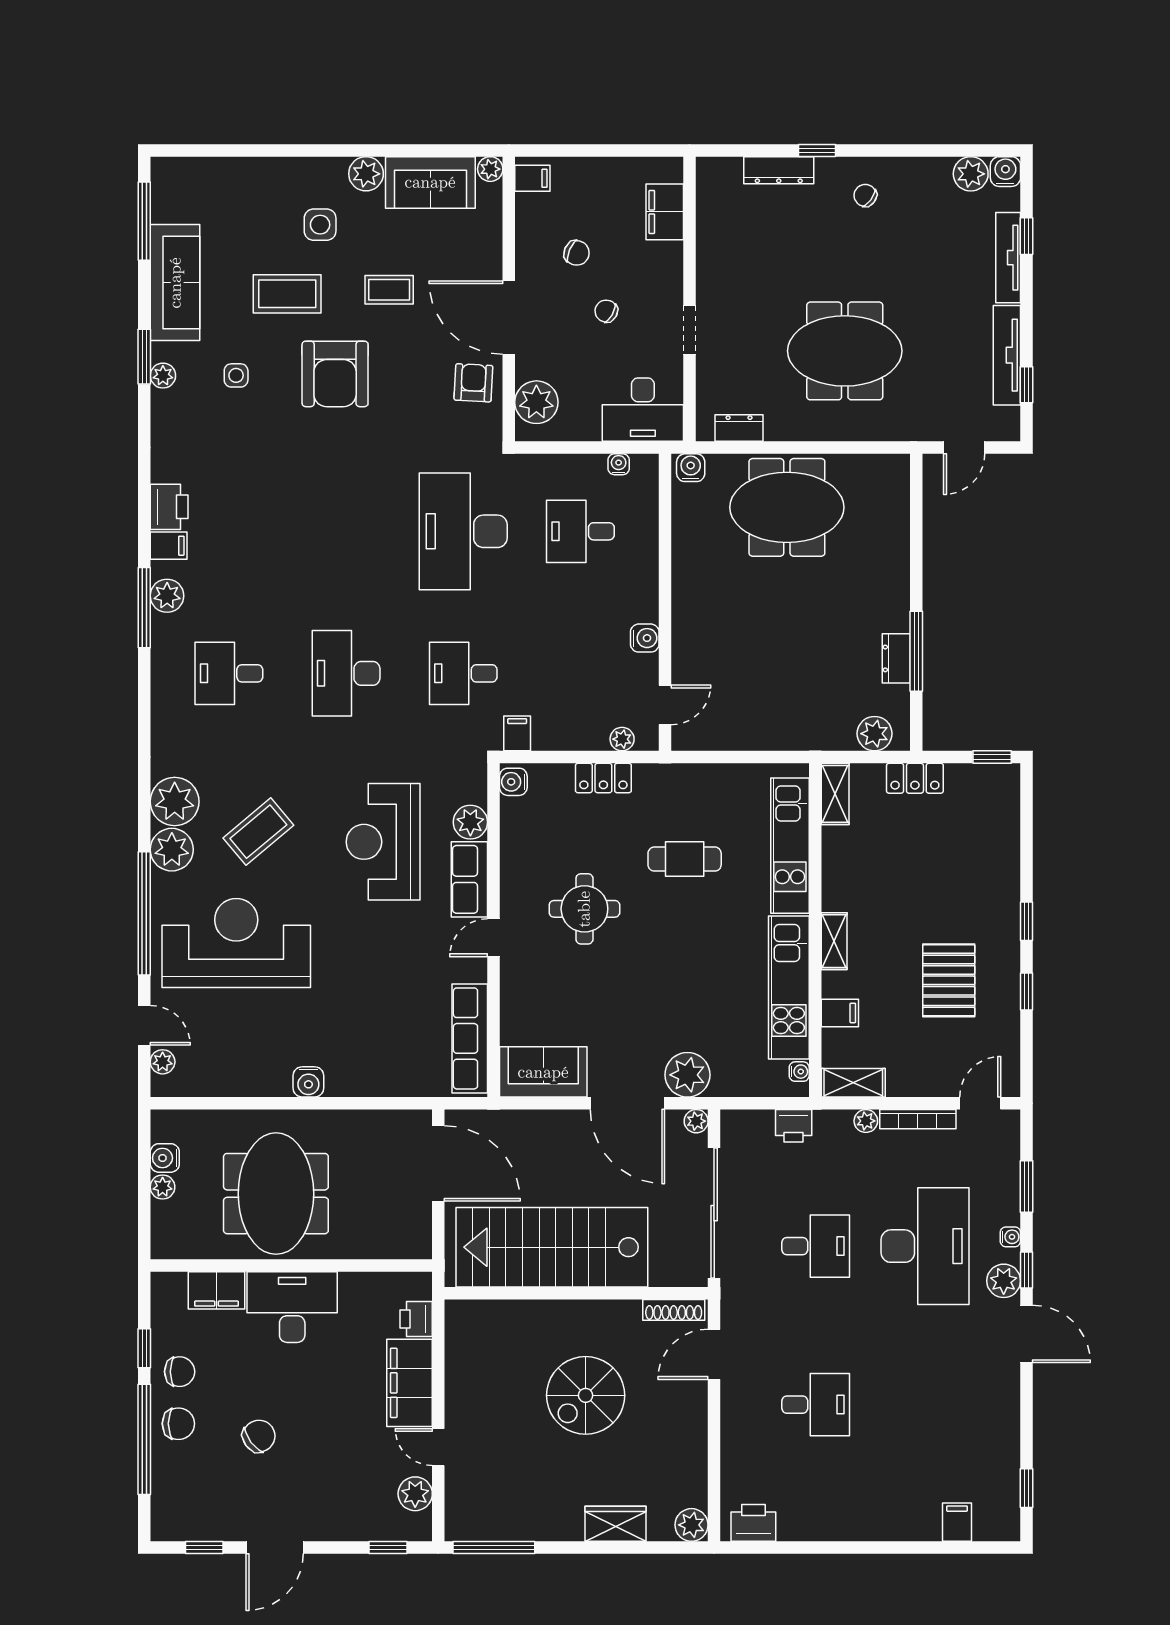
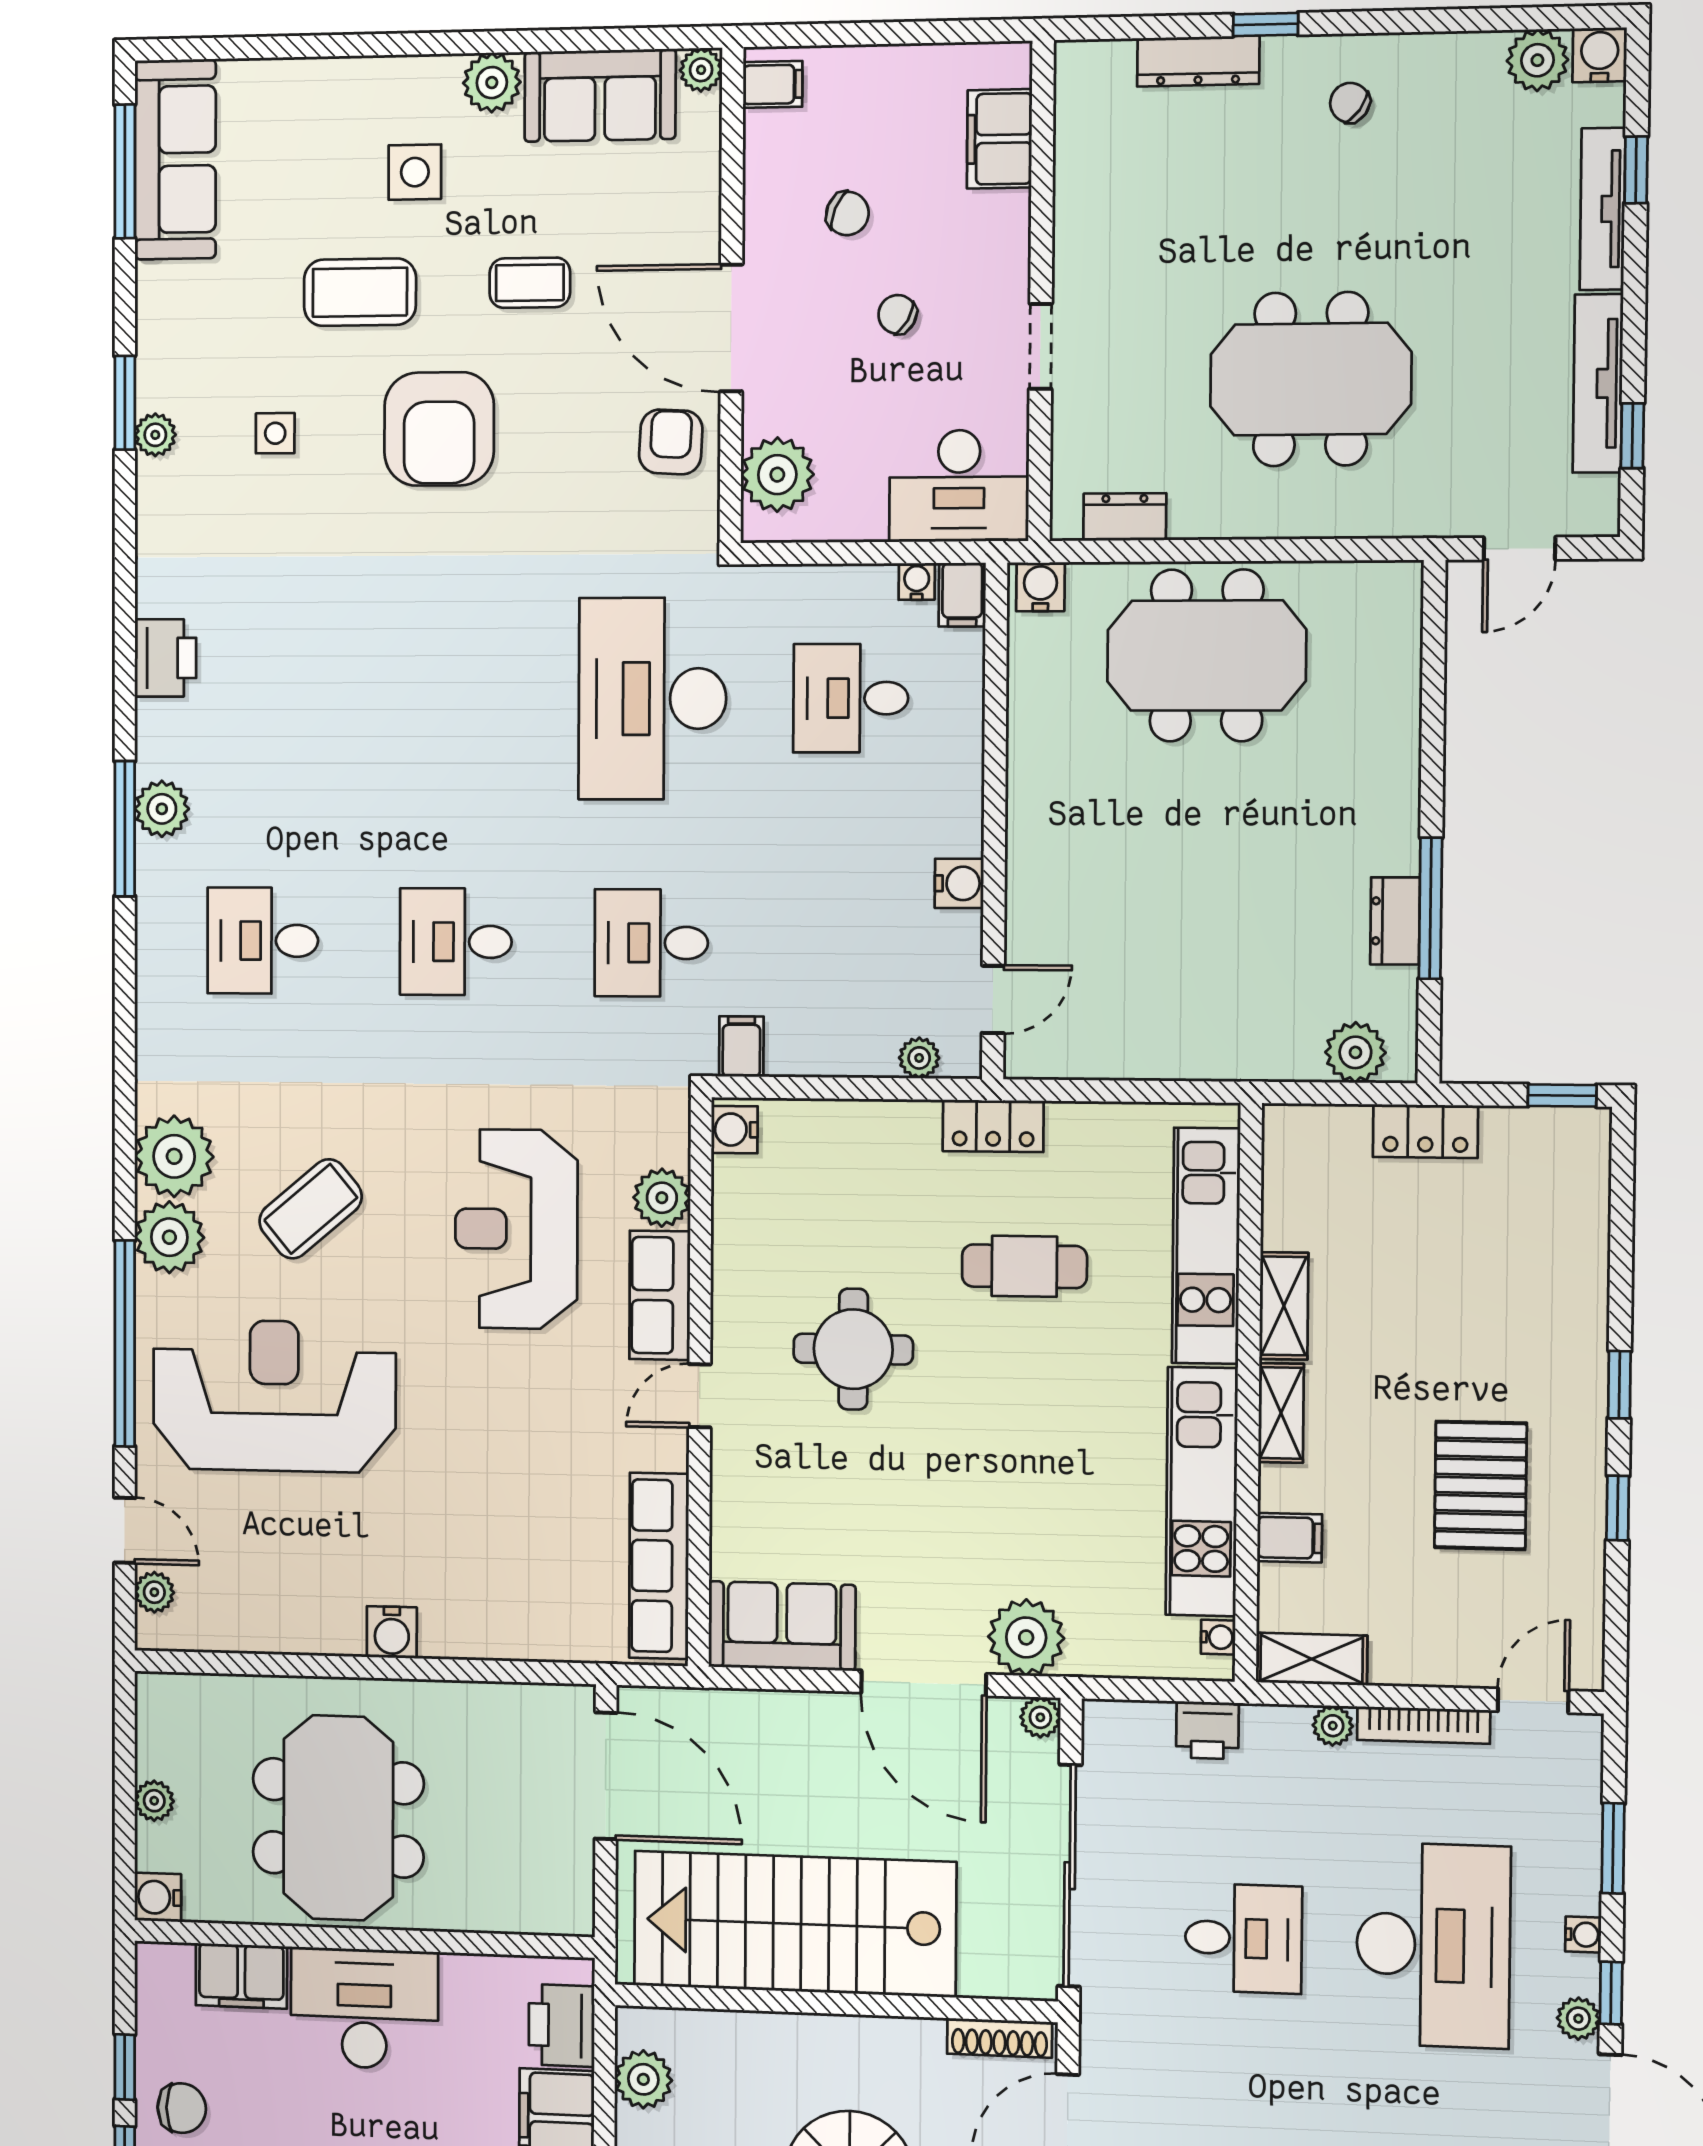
sofa: (175, 283) -> (175, 159), moved
filing cabinet: (169, 546) -> (962, 595), moved, turned 90
desk: (346, 673) -> (456, 942), width x0.73
locker: (603, 778) -> (993, 1126), moved
shelving: (835, 794) -> (1284, 1306), moved
water cooler: (165, 1158) -> (158, 1897), moved
plant: (1004, 1281) -> (1578, 2019), width x0.73, depth x0.73
printer: (416, 1319) -> (562, 2025), width x1.36, depth x1.24
plant: (462, 1343) -> (643, 2079), added

